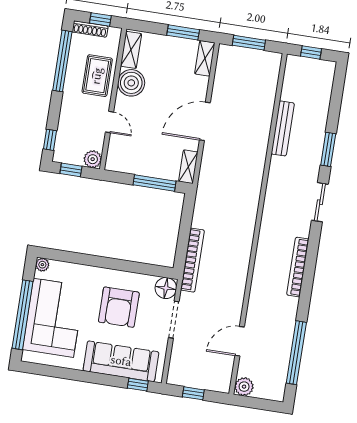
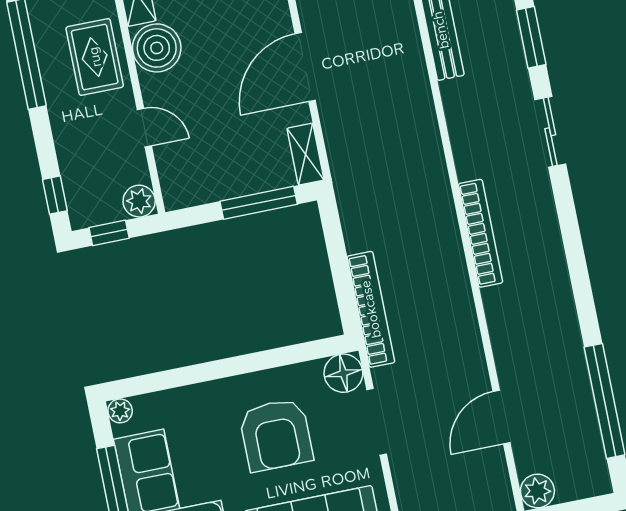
bookcase: (298, 267) -> (481, 233), moved, turned 180

